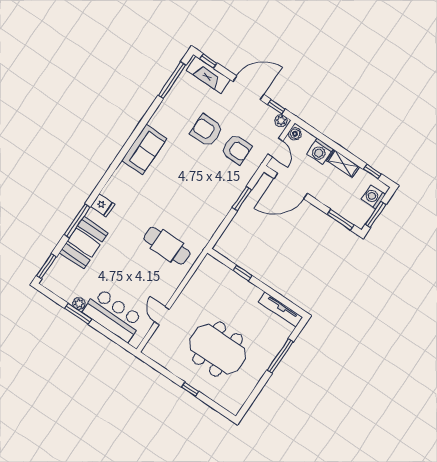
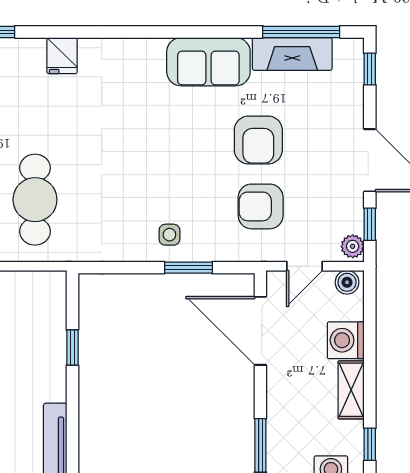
fireplace: (208, 75) -> (292, 54), moved, turned -90
armchair: (207, 131) -> (258, 140), turned 180
sofa: (144, 149) -> (208, 62), moved
armchair: (236, 149) -> (261, 206), turned 90
side table: (222, 197) -> (169, 235), added
fridge: (103, 205) -> (62, 56), moved

